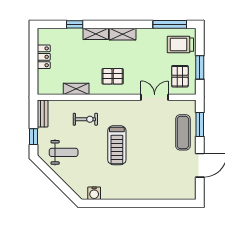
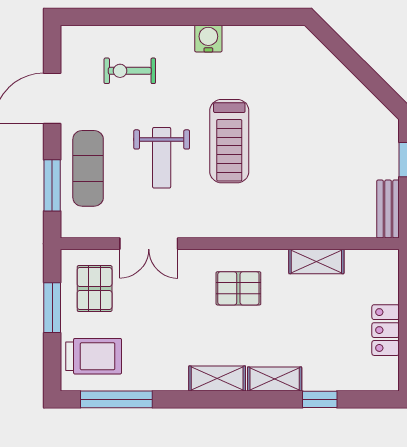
exercise bike: (85, 119) -> (130, 71), moved
treadmill: (117, 145) -> (229, 141), turned 180
weight bench: (64, 152) -> (162, 158), moved, turned -90
water cooler: (94, 193) -> (208, 39), moved

